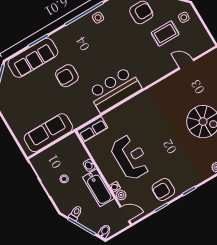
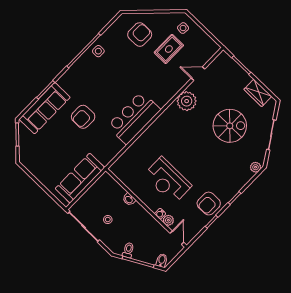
plant: (169, 87) -> (187, 101), added
row of seats: (92, 129) -> (123, 163), removed
reception desk: (131, 157) -> (168, 180), turned 180
bathtub: (98, 188) -> (144, 219), removed
door: (125, 214) -> (177, 238), hinge flipped

